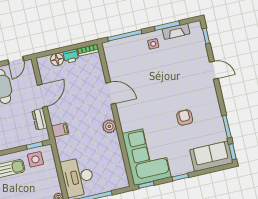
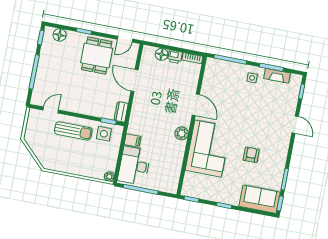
door: (42, 96) -> (134, 81), swing flipped
dresser: (40, 119) -> (121, 112), moved
filing cabinet: (60, 130) -> (132, 141), moved
corner sofa: (147, 155) -> (208, 149), moved

